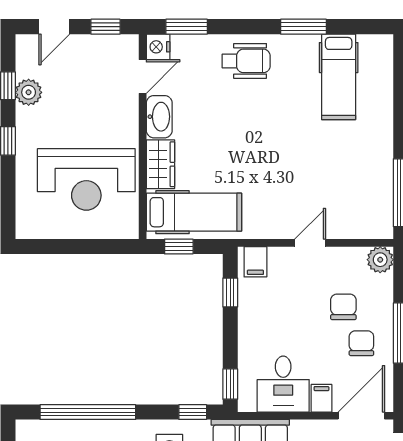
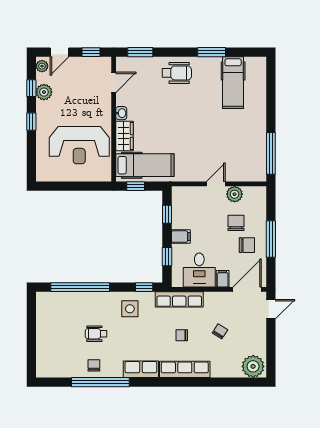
nightstand: (158, 47) -> (123, 64), removed
plant: (25, 50) -> (42, 66), added
washbasin: (159, 117) -> (121, 113), width x0.52, depth x0.69
plant: (380, 260) -> (235, 194), moved
filing cabinet: (255, 262) -> (181, 237), moved, turned -90
chair: (361, 343) -> (247, 245), turned 90
window: (230, 384) -> (167, 257), moved

